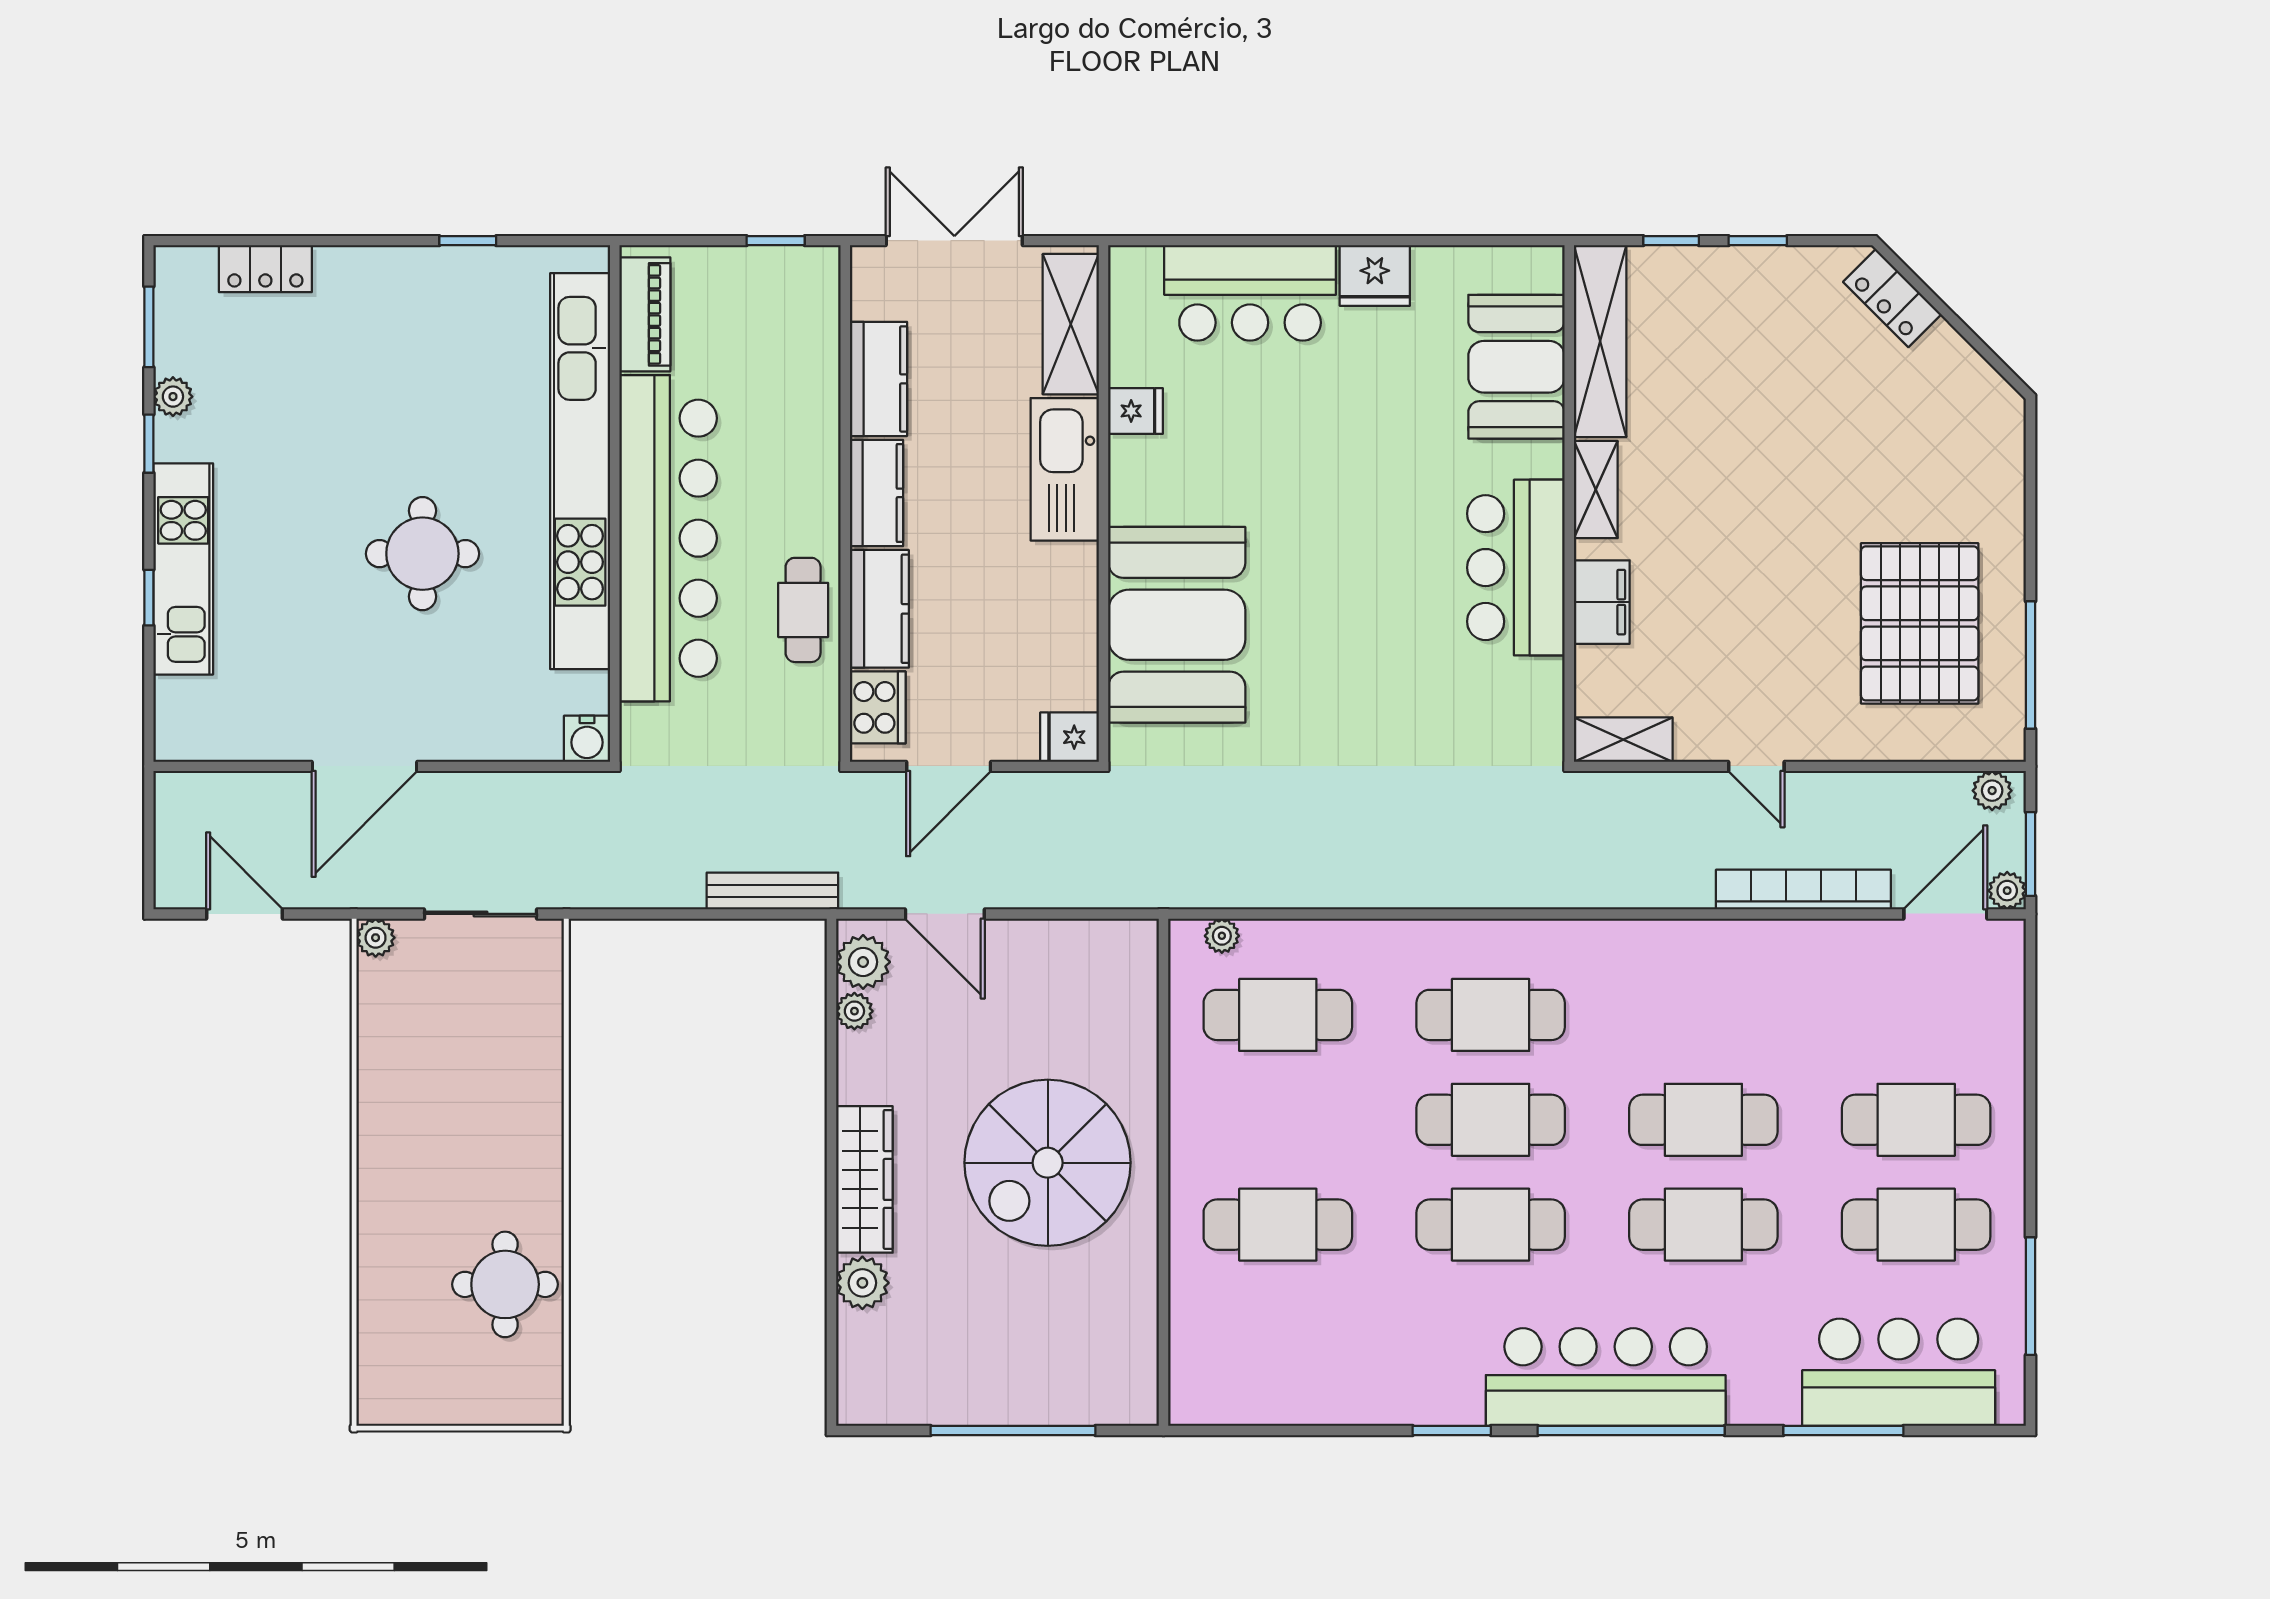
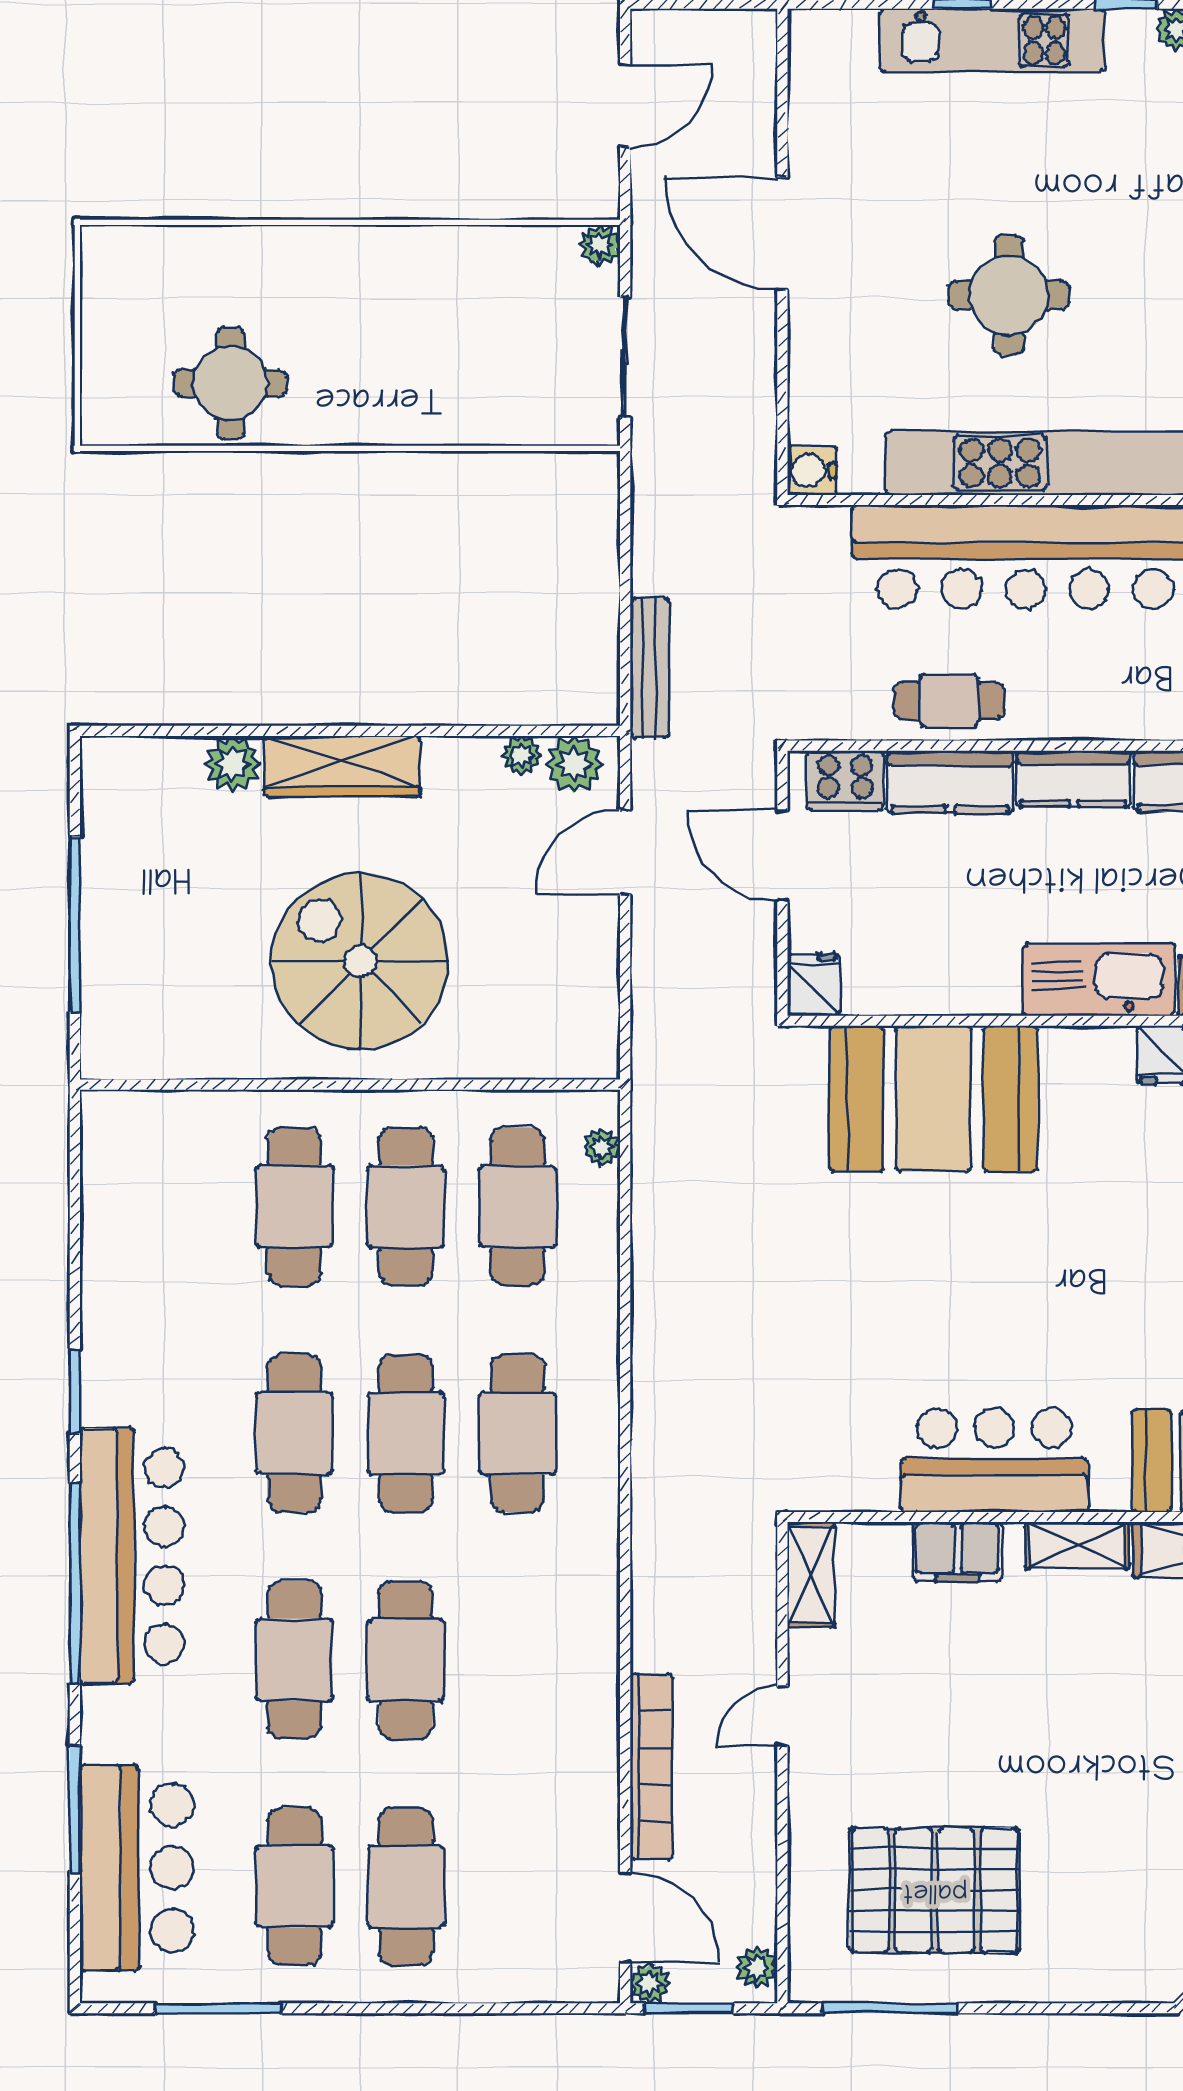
cafe table: (1278, 1120) -> (406, 1206), added

